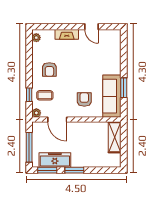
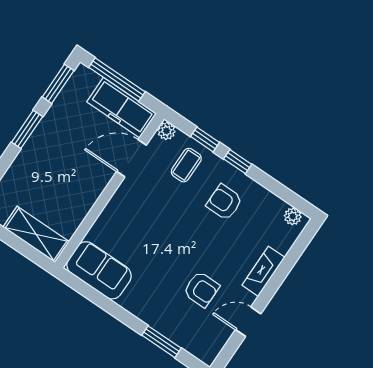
window: (29, 75) -> (238, 162), added
window: (124, 88) -> (161, 342), moved
sofa: (112, 96) -> (99, 270), width x0.73
armchair: (84, 99) -> (201, 289), moved
freezer: (55, 160) -> (122, 108), moved, turned 90

